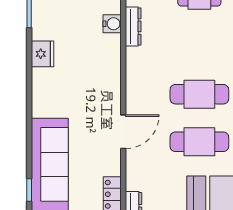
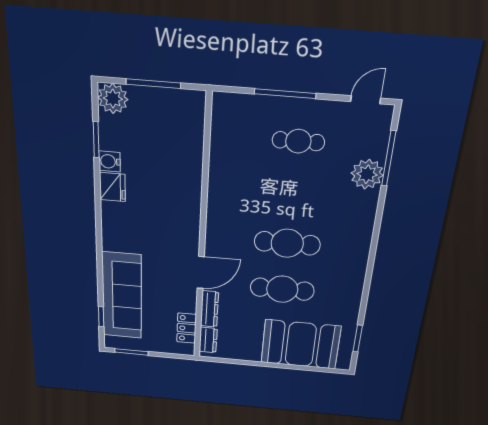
water cooler: (112, 24) -> (110, 161), moved, turned 180
dresser: (133, 26) -> (209, 309), moved

